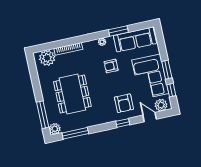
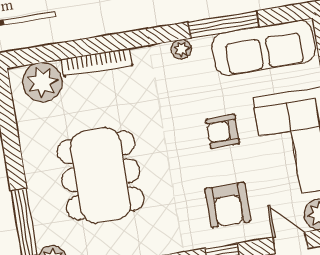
window: (118, 31) -> (223, 25), width x1.44
armchair: (111, 66) -> (223, 131), moved

